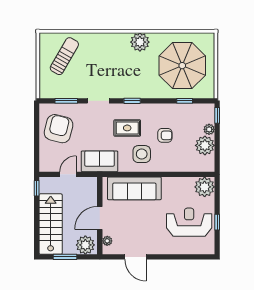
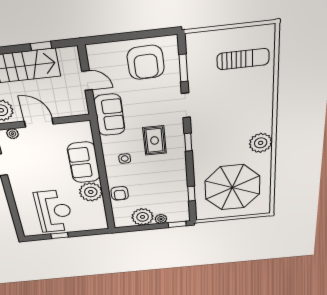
sun lounger: (64, 56) -> (243, 59), turned -30
armchair: (59, 129) -> (146, 62), turned 74
armchair: (165, 135) -> (120, 193), moved
side table: (142, 154) -> (125, 158), width x0.54, depth x0.54
plant: (205, 187) -> (91, 192), moved
window: (37, 188) -> (41, 46), moved
sofa: (134, 188) -> (84, 162), width x0.73

